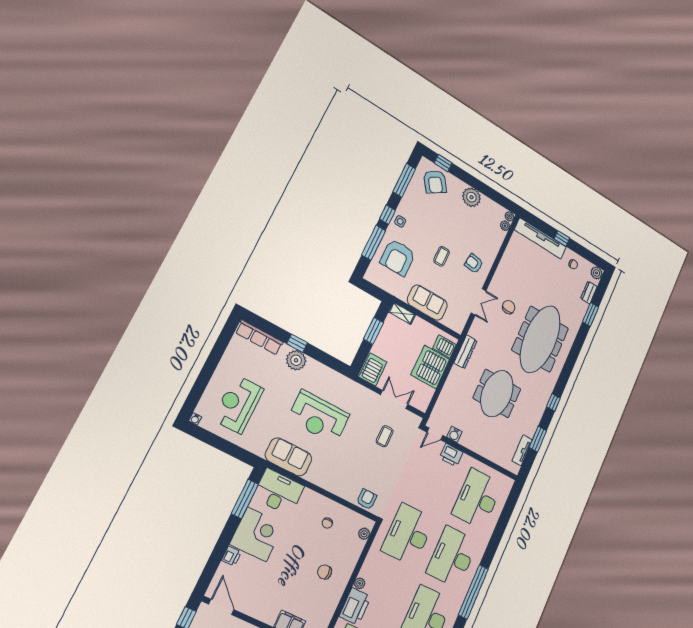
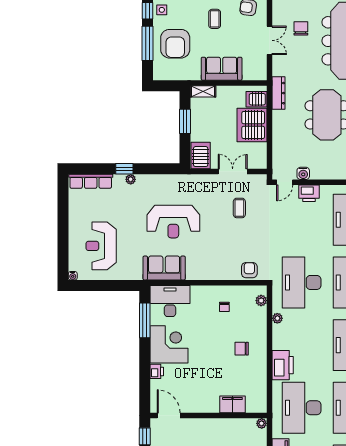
plant: (296, 360) -> (131, 179), width x0.53, depth x0.53
plant: (360, 583) -> (277, 318), moved

